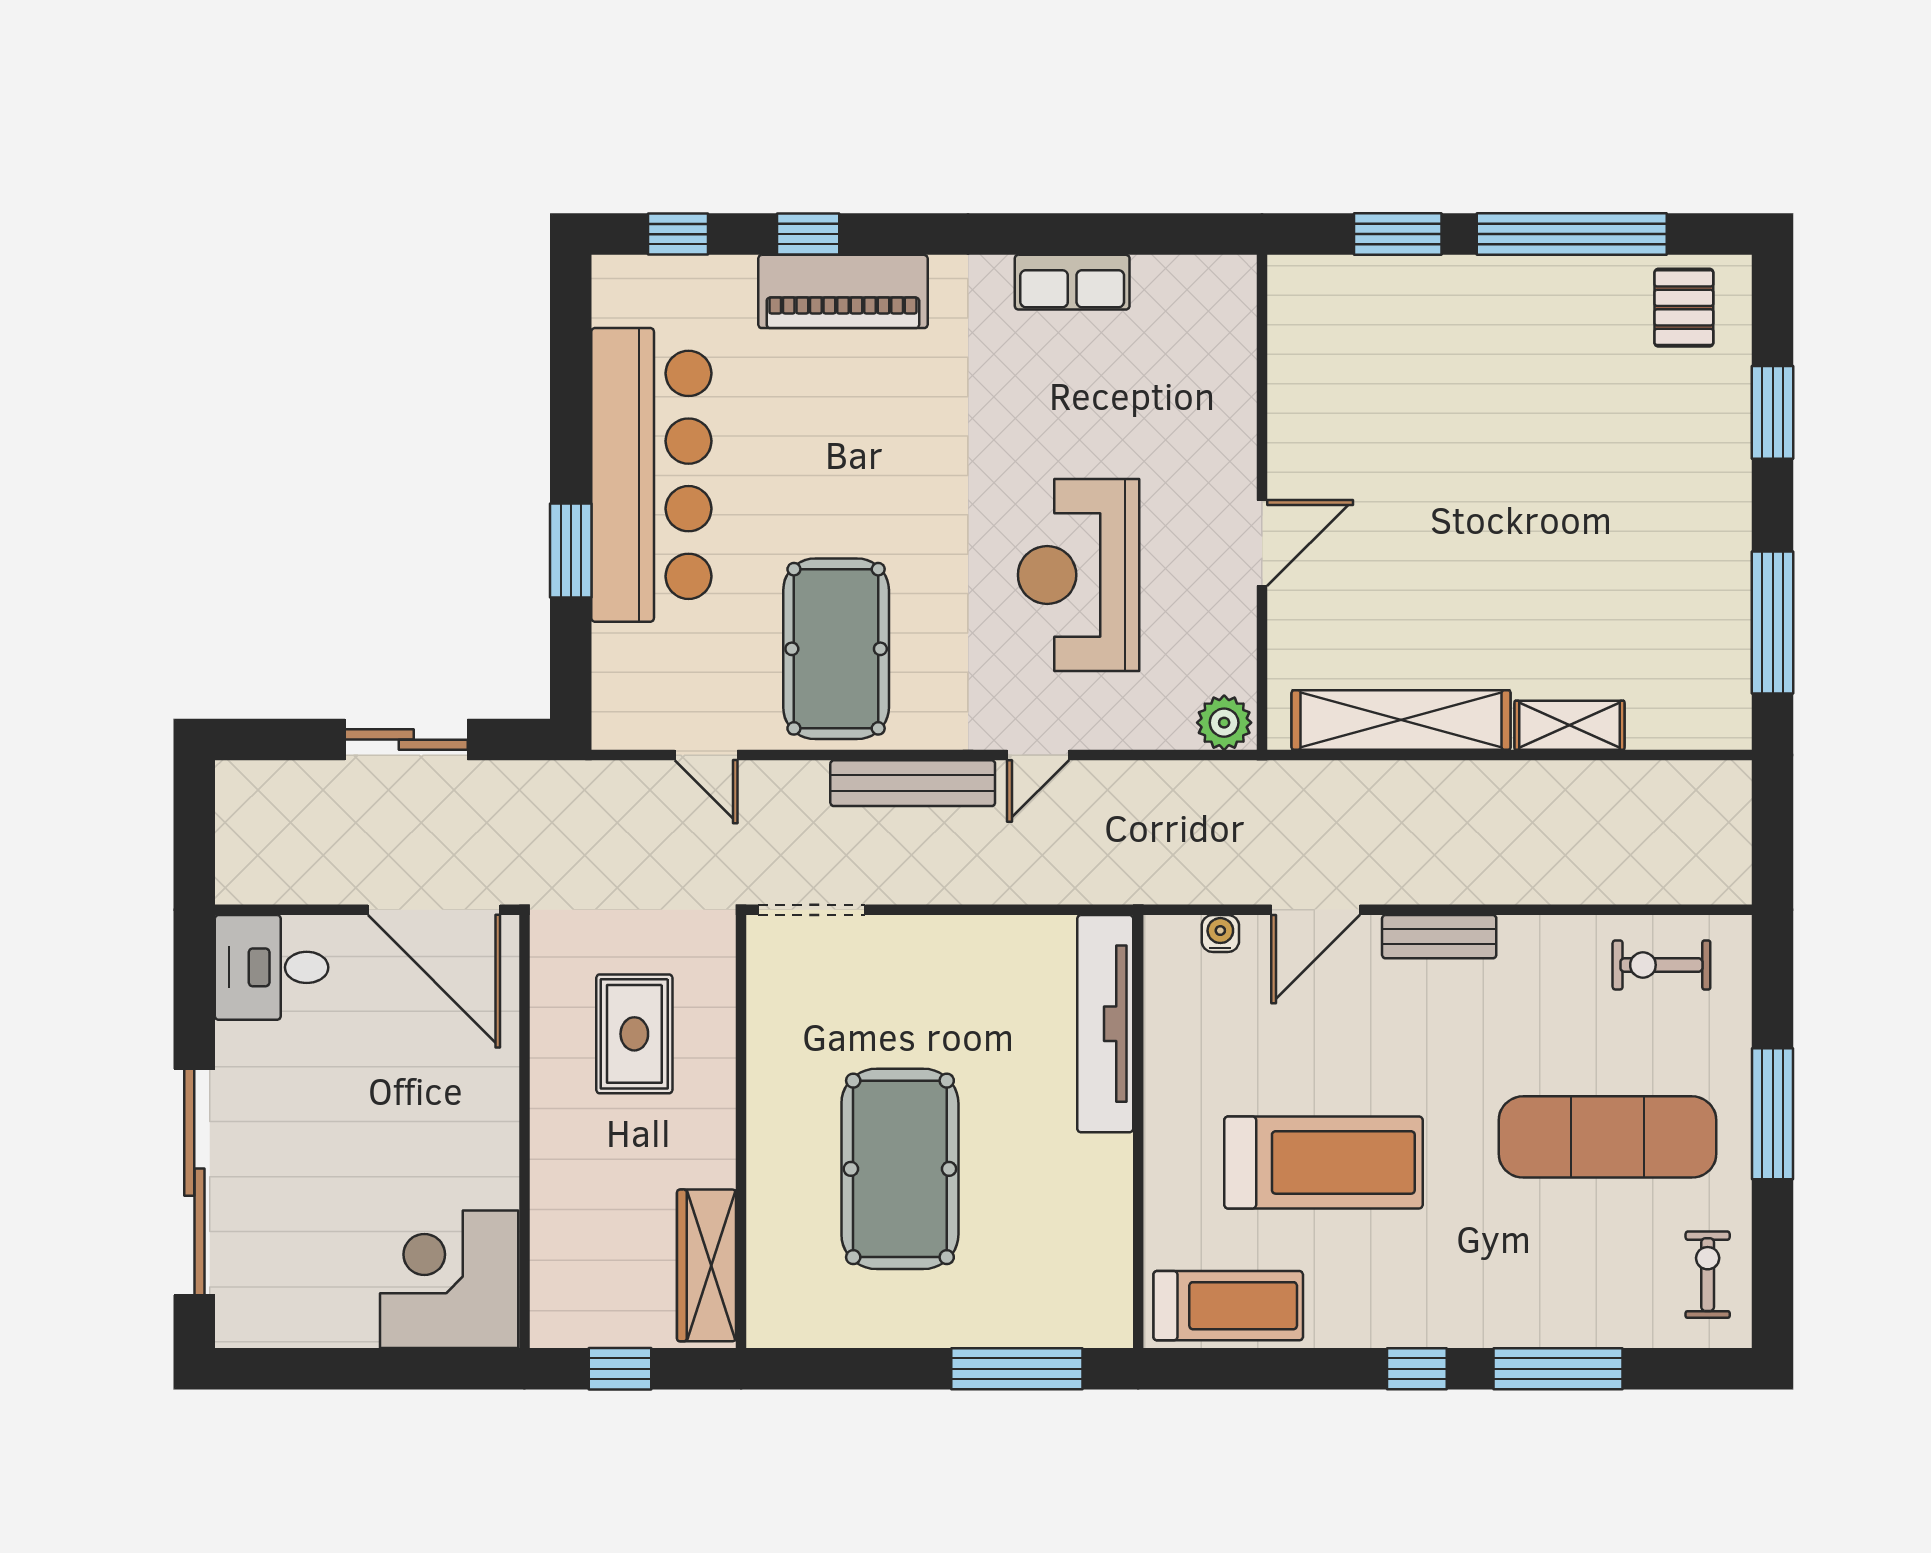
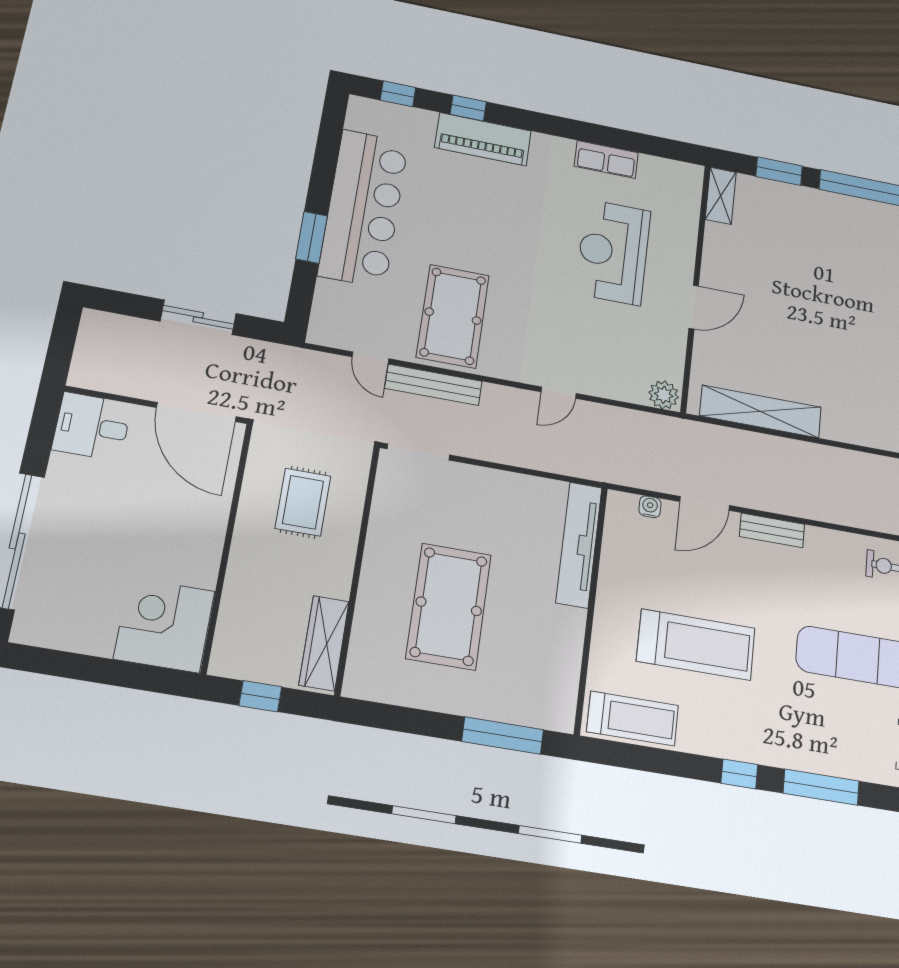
reception desk: (1079, 575) -> (613, 252), moved
shelving: (1569, 725) -> (721, 196), moved, turned 90
bench: (913, 783) -> (433, 385), moved

